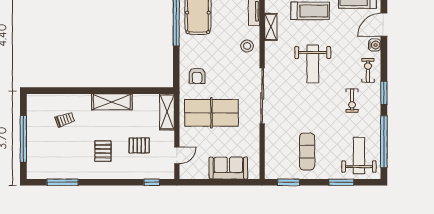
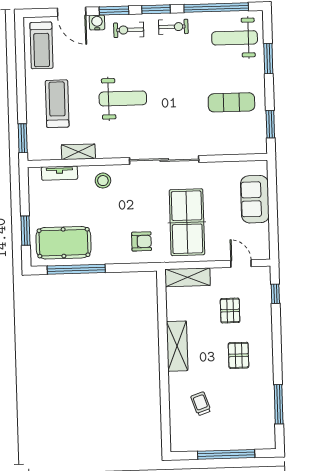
window: (384, 59) -> (114, 11), added
exercise bike: (352, 101) -> (173, 27), moved
pallet: (103, 151) -> (239, 355), turned 90

